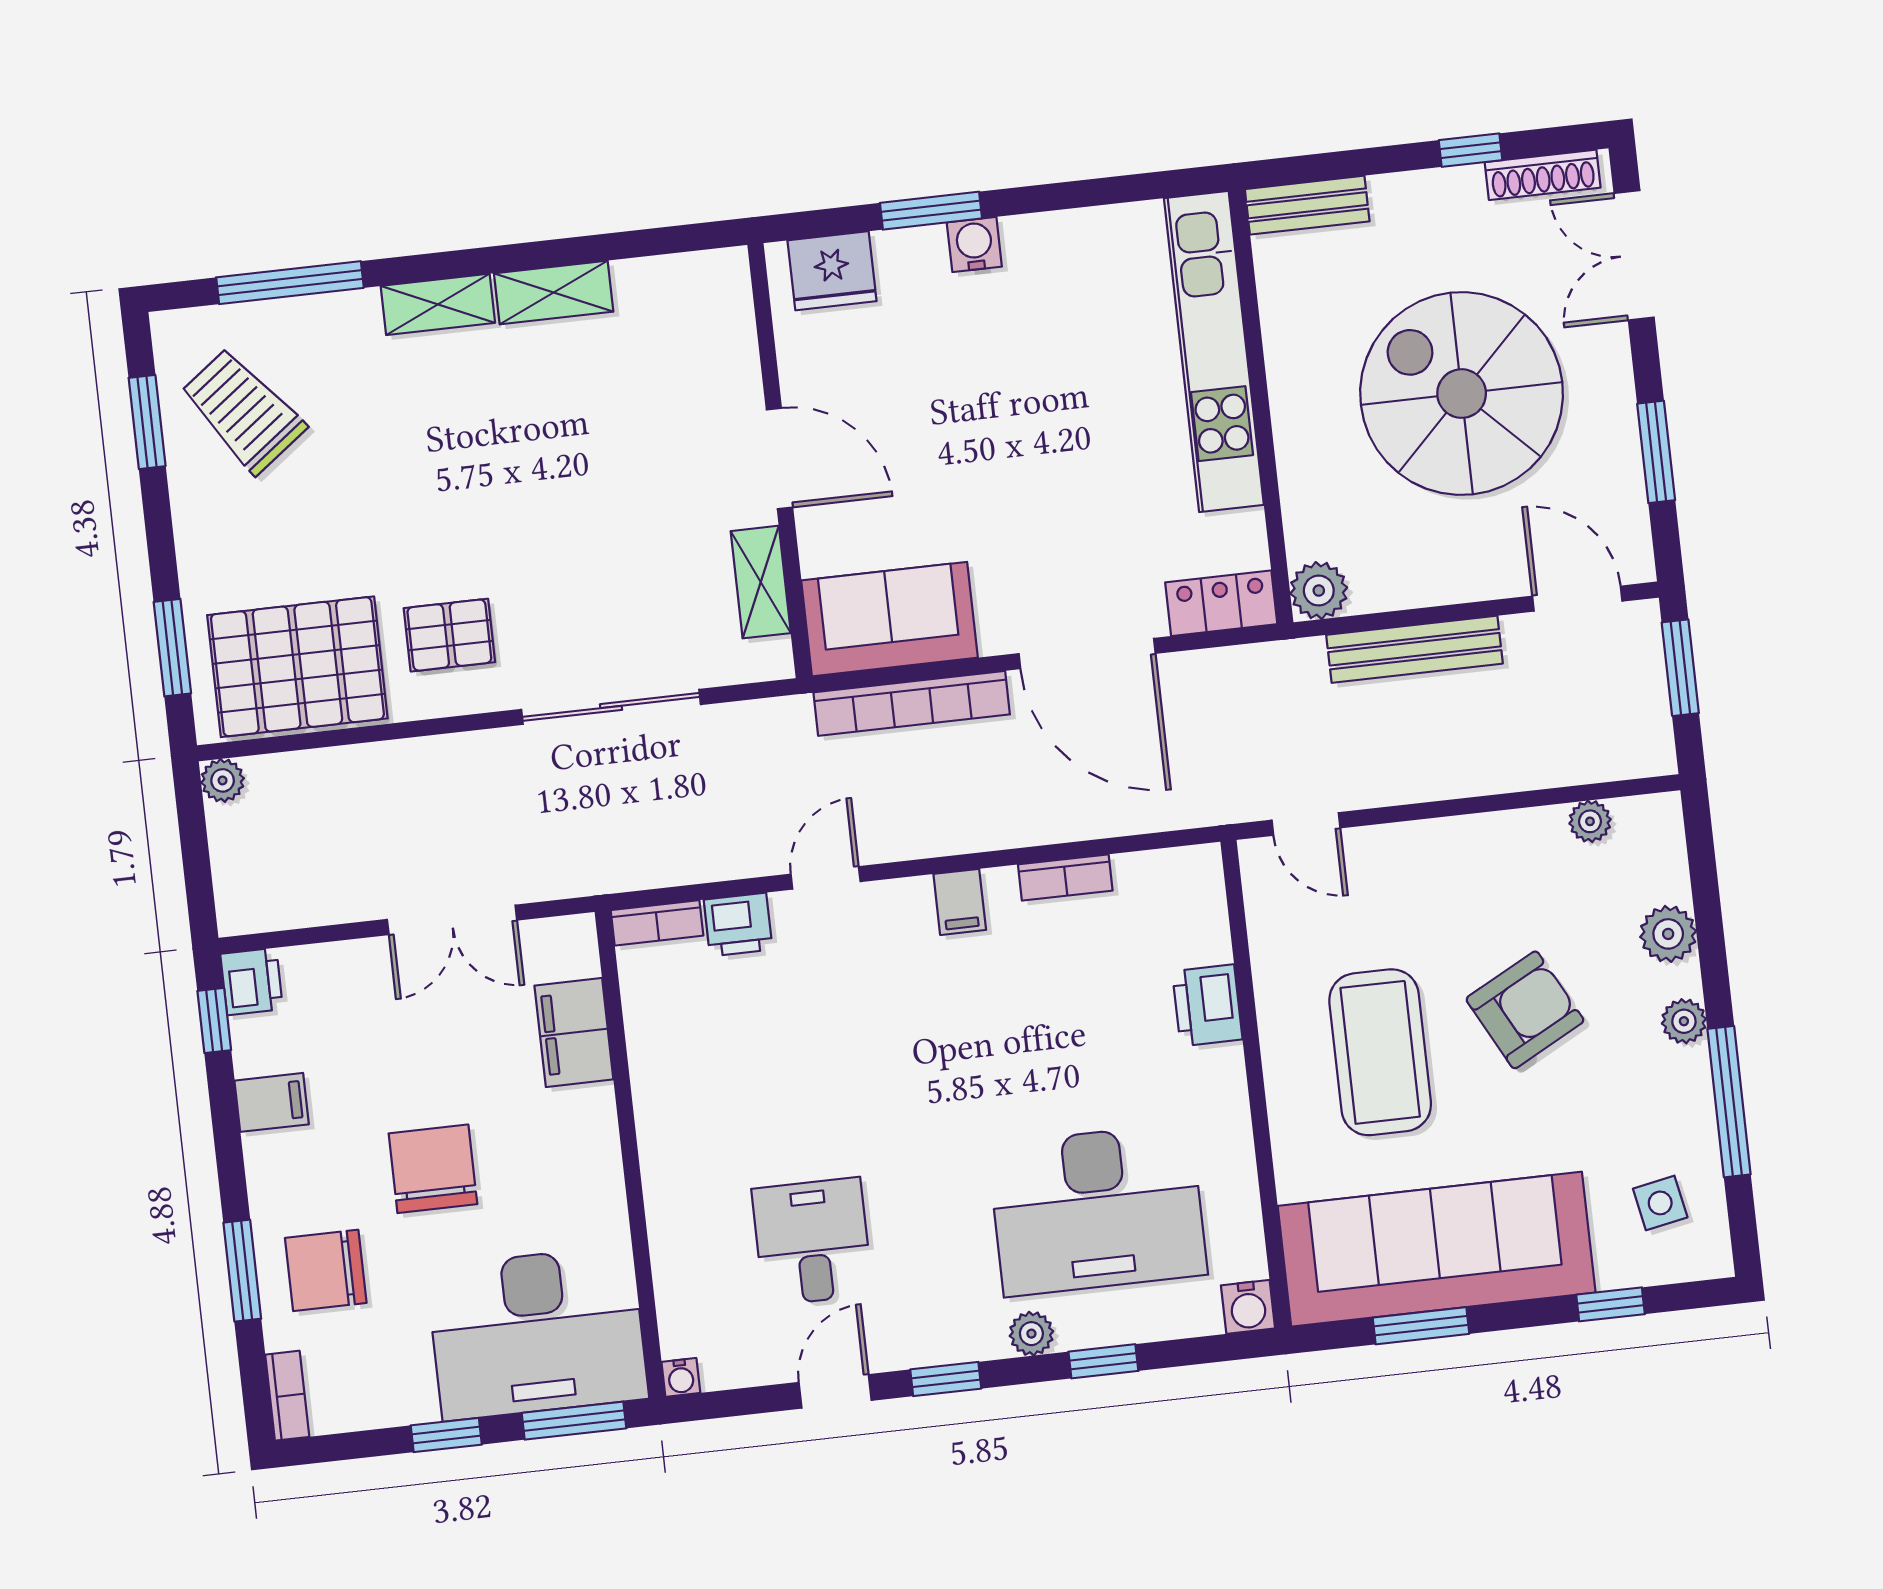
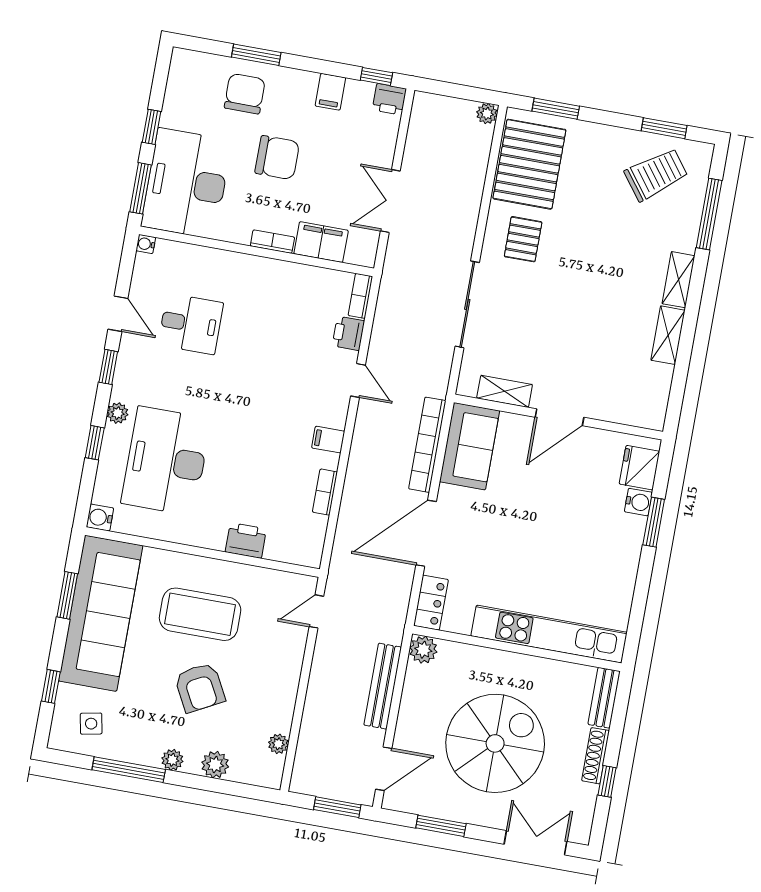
shoe rack: (1543, 175) -> (596, 756), moved
water cooler: (974, 244) -> (638, 502), moved
bookcase: (287, 1396) -> (272, 242), moved, turned 180

